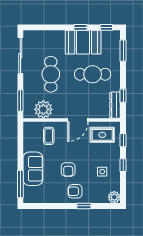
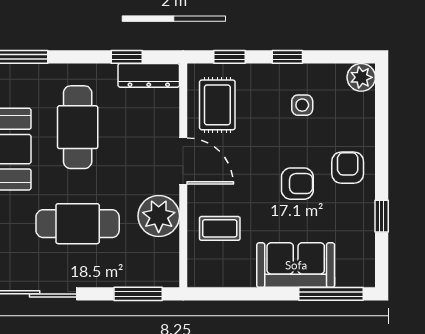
plant: (43, 109) -> (159, 216), moved
armchair: (75, 191) -> (348, 168), turned 180
window: (84, 206) -> (382, 216), moved

